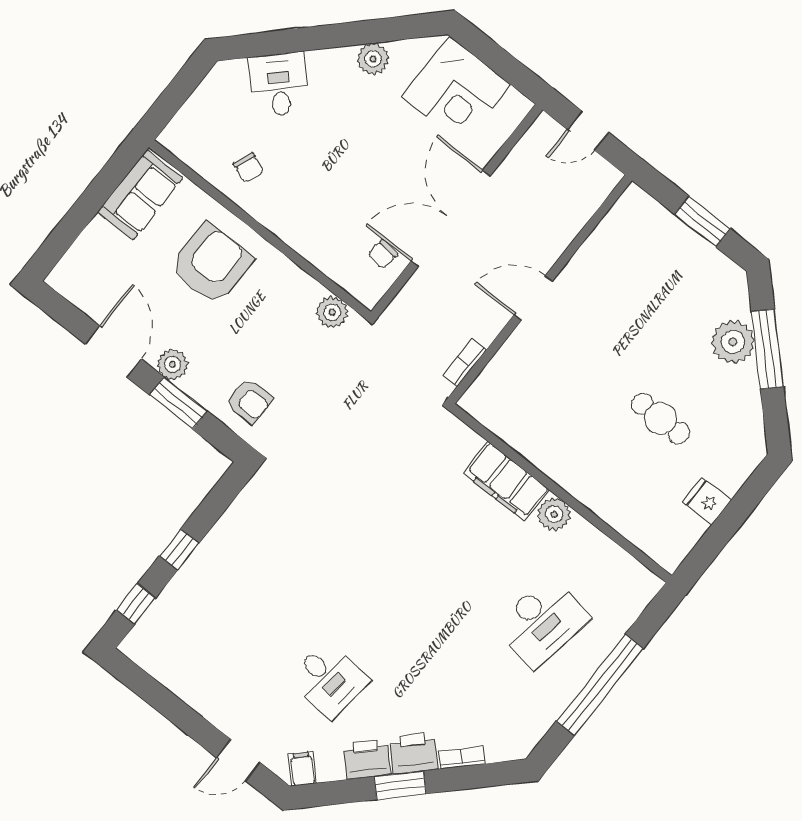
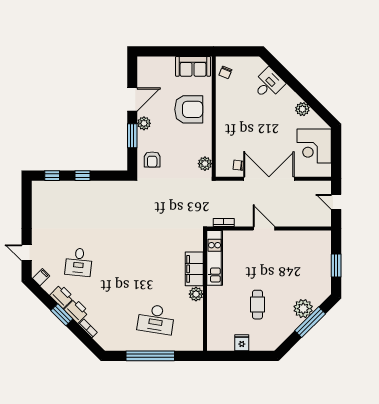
chair: (249, 168) -> (225, 72), moved
kitchen unit: (515, 429) -> (215, 258), added

